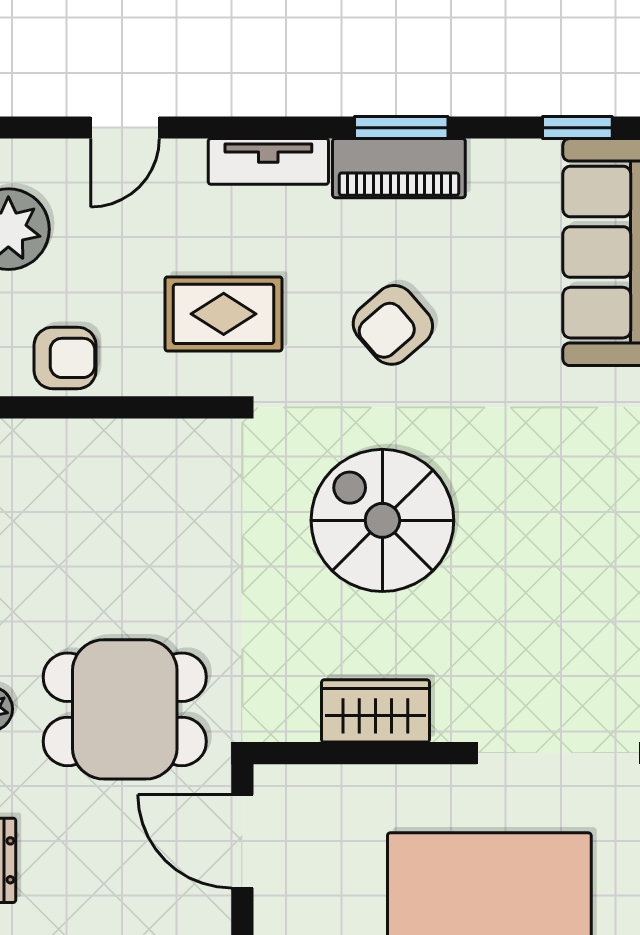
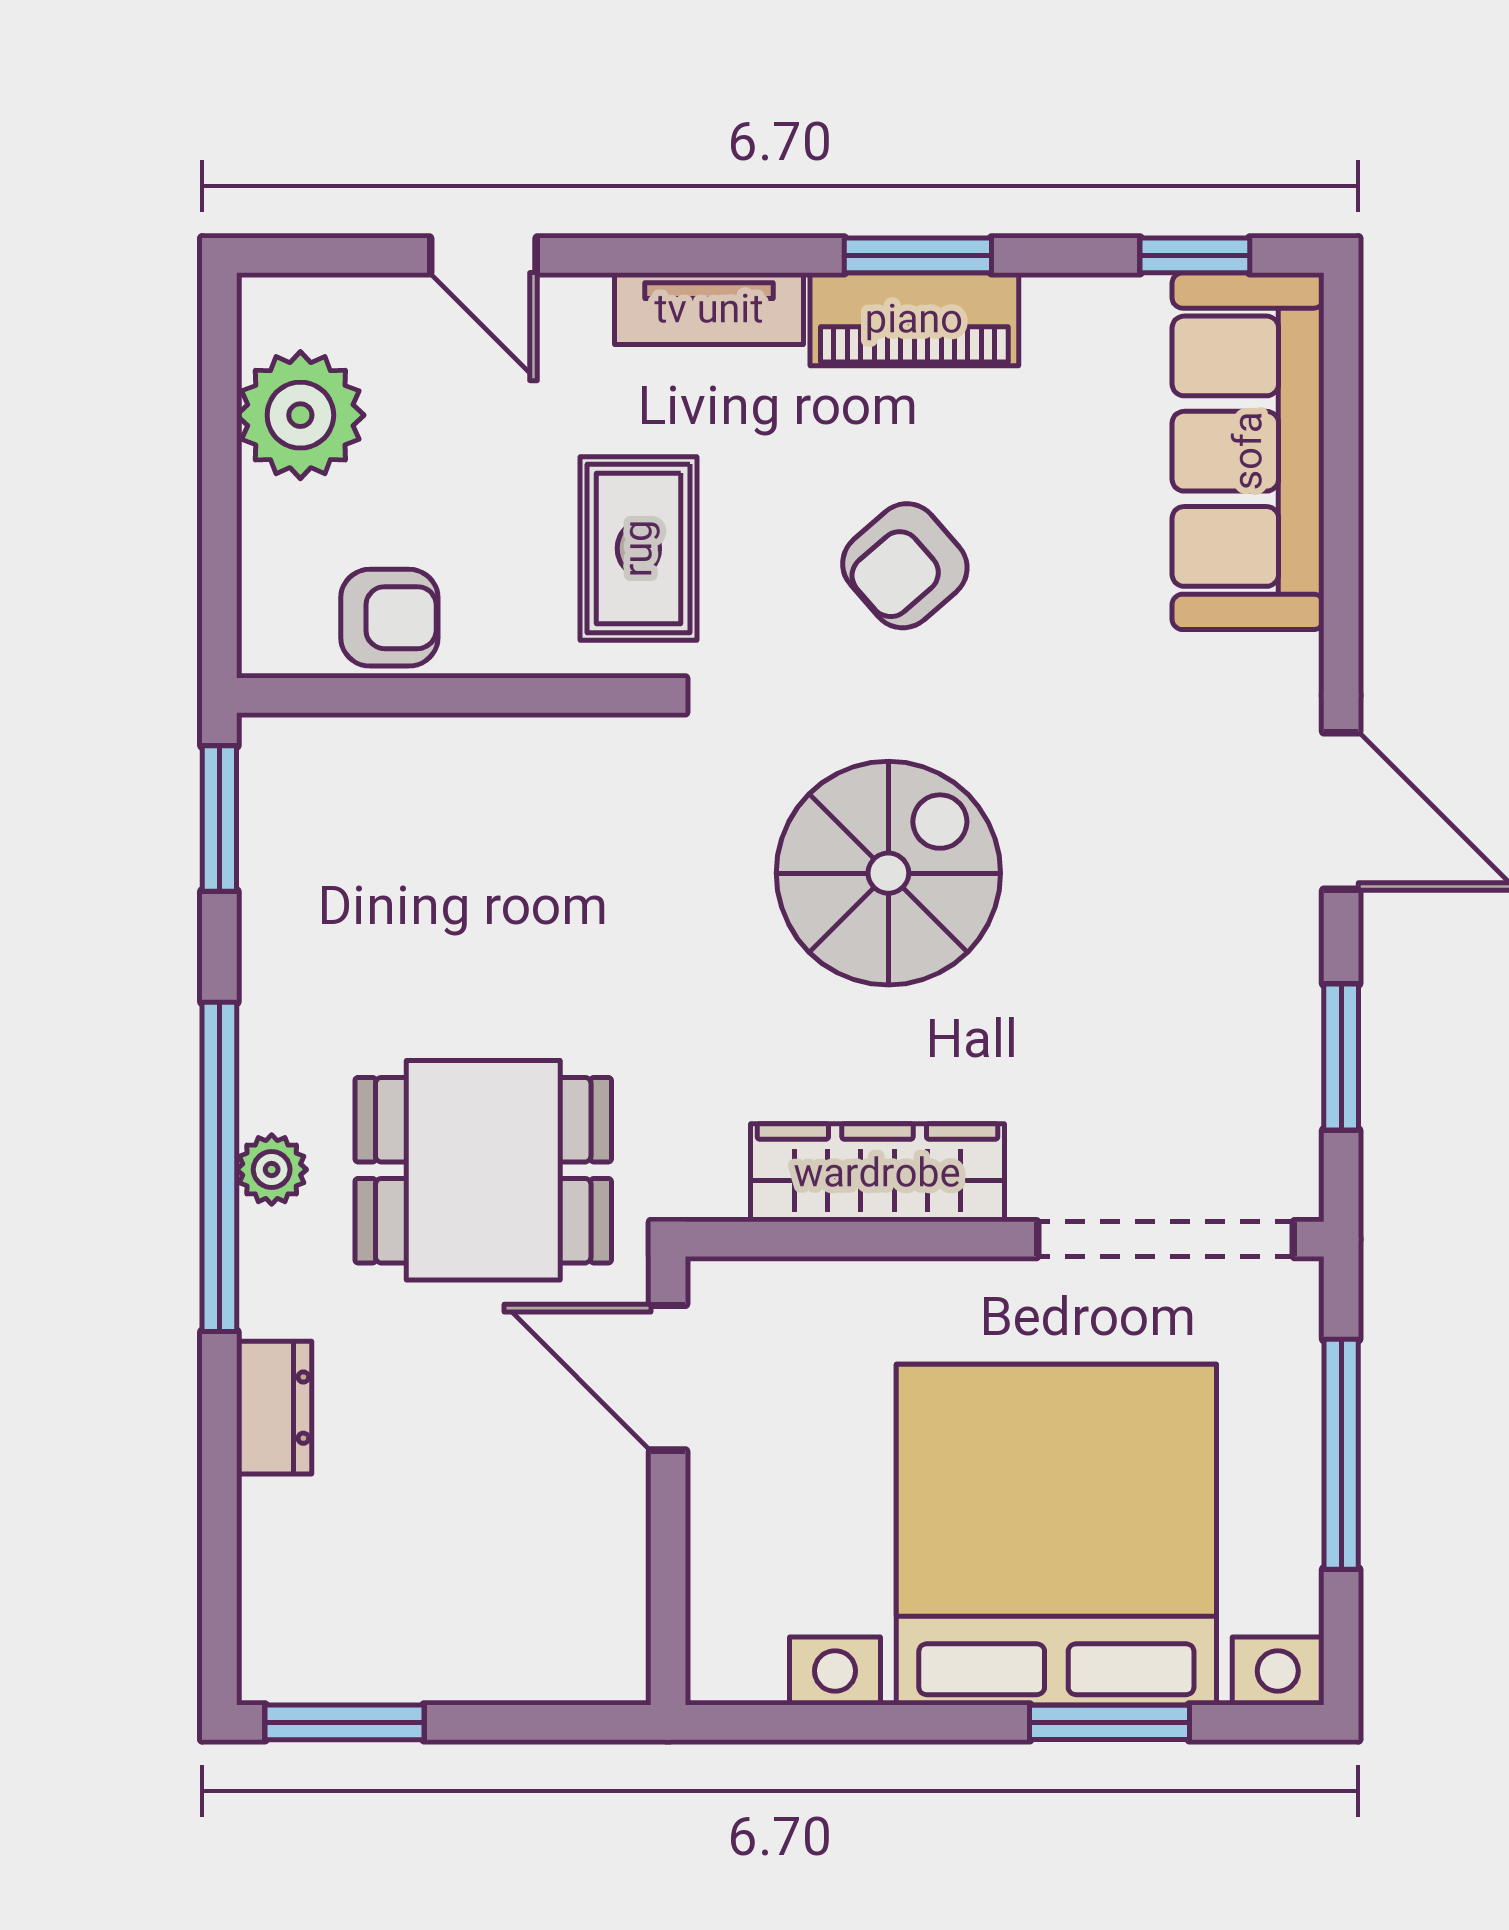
door: (125, 128) -> (483, 255), hinge flipped
rug: (224, 314) -> (638, 548), turned 90
spiral stairs: (382, 520) -> (888, 873), turned 90
wardrobe: (376, 711) -> (877, 1173), width x1.50

